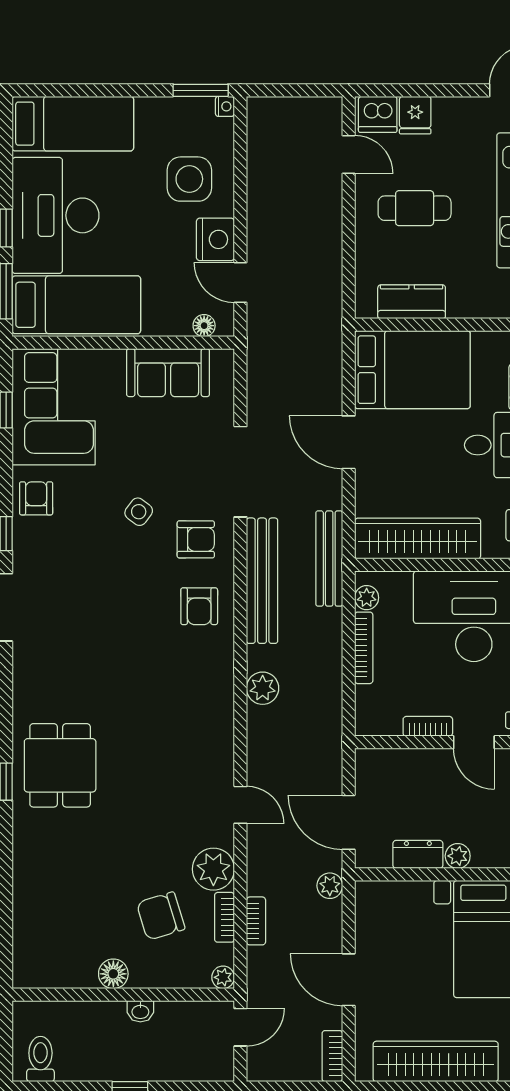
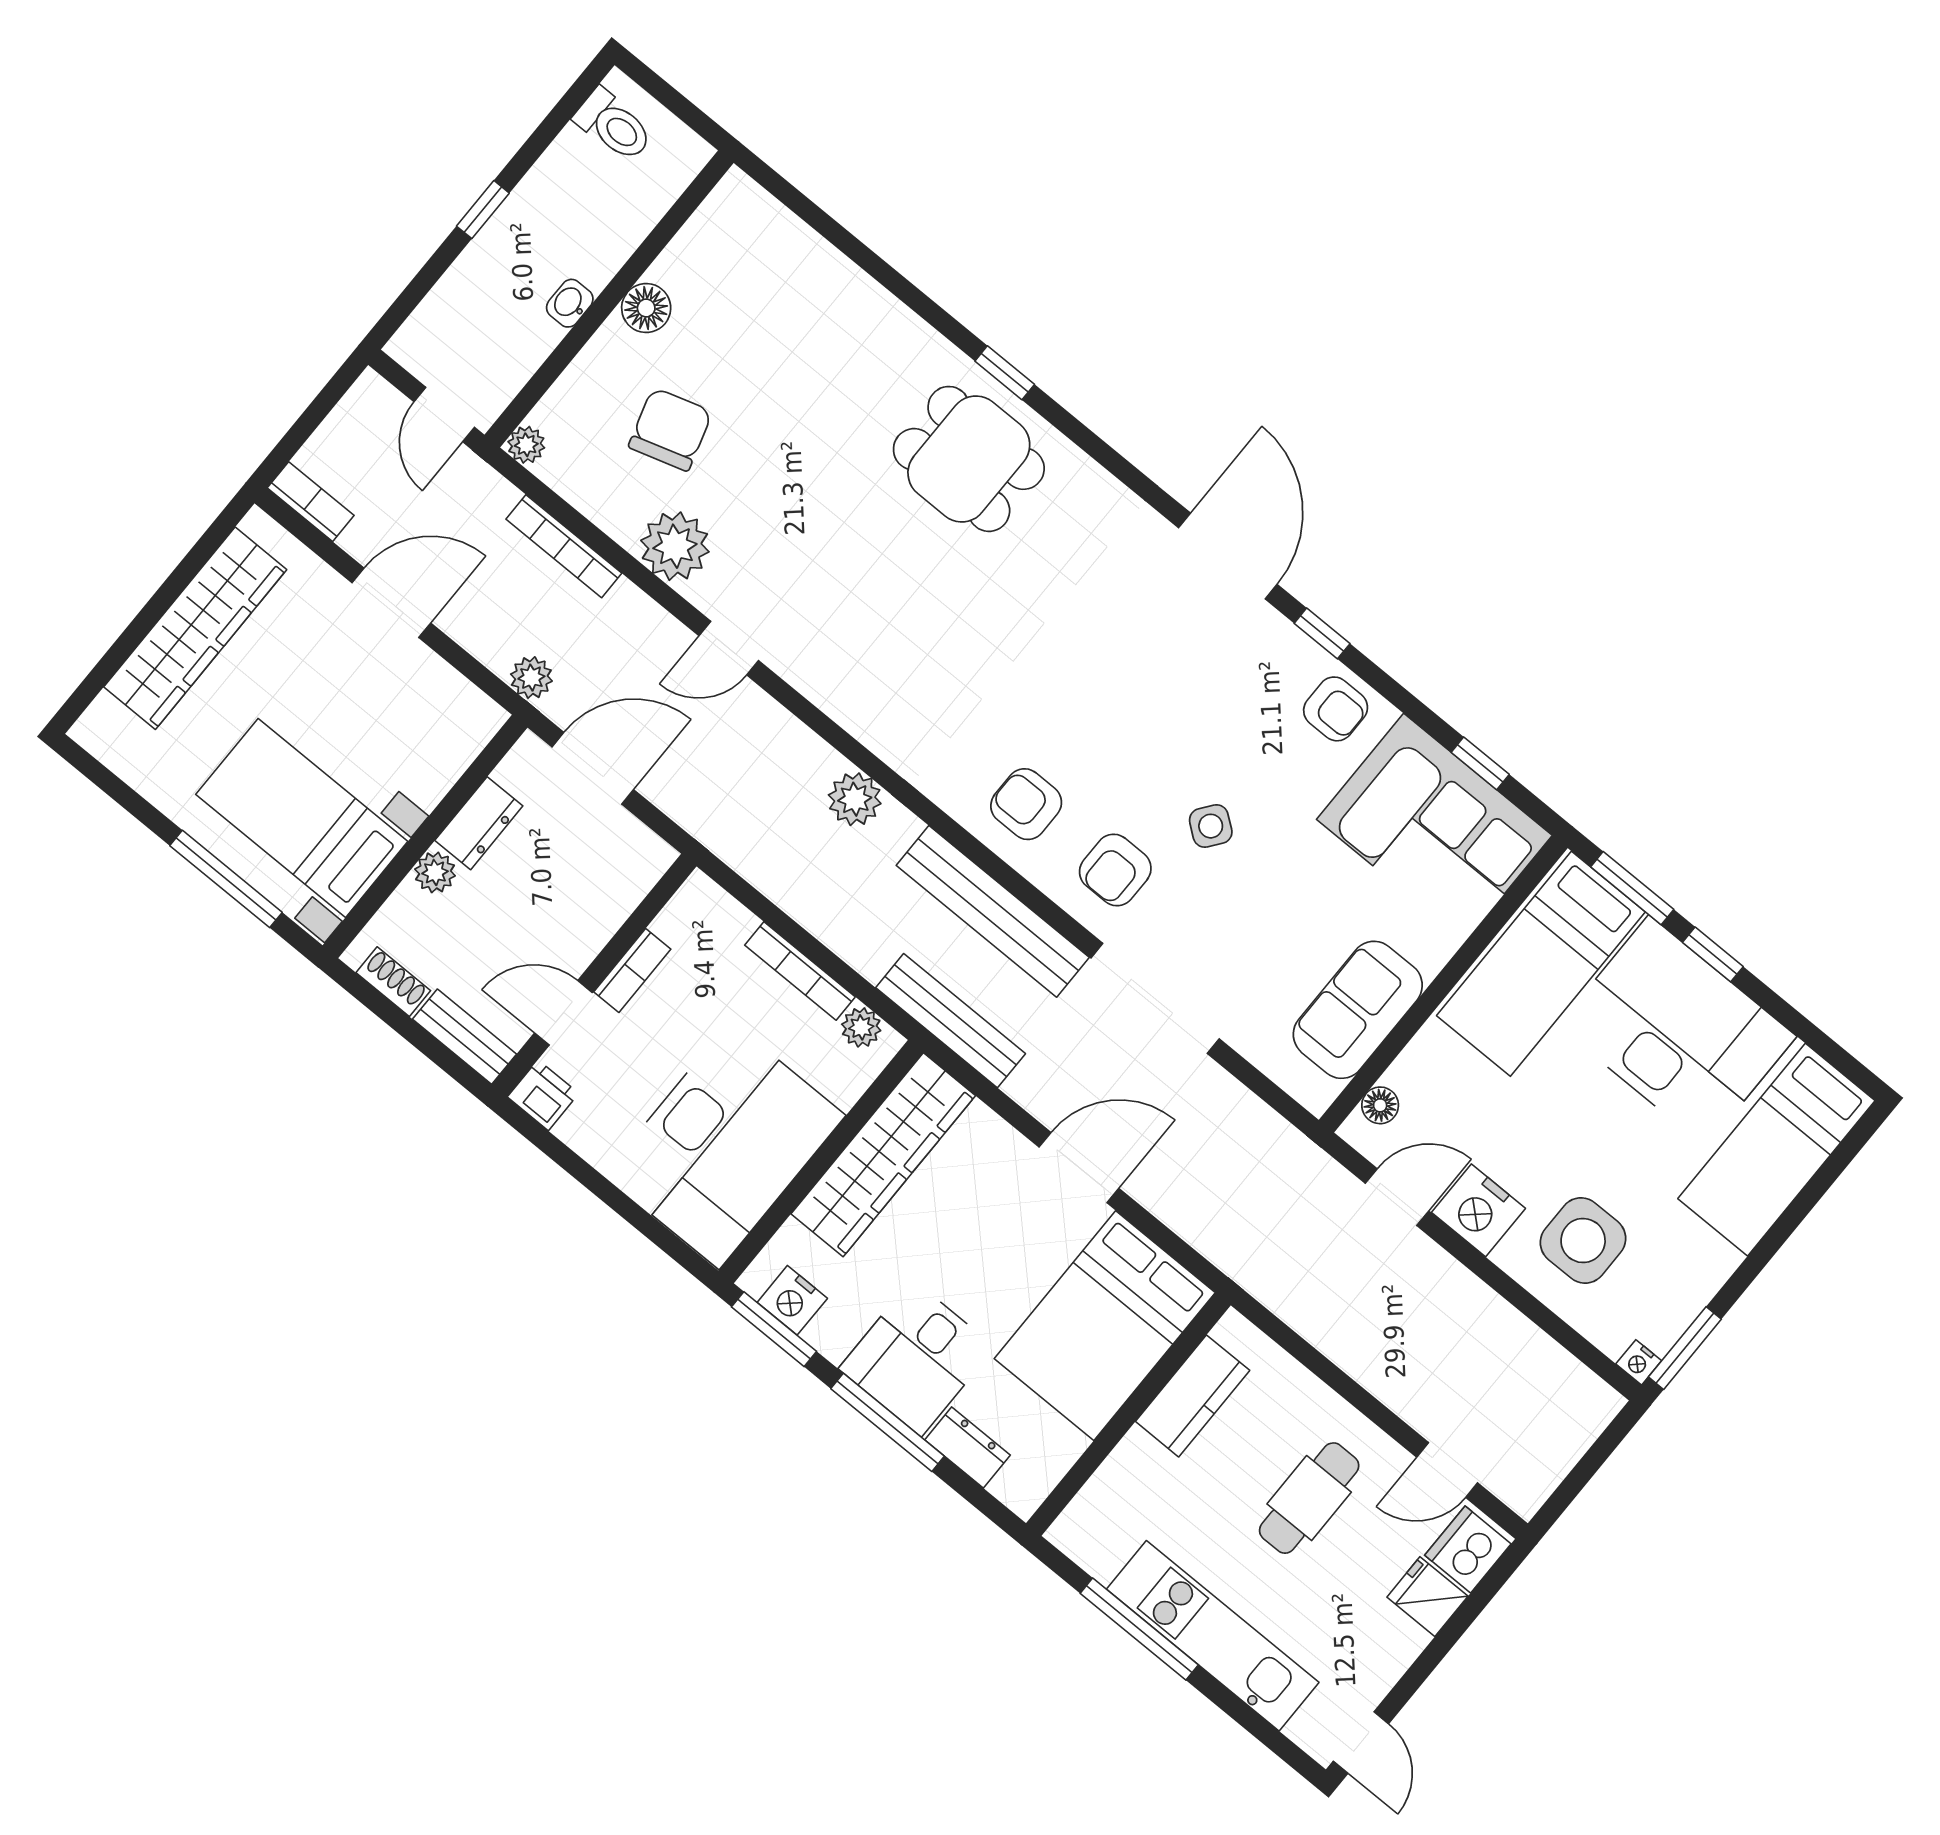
bookcase: (224, 917) -> (602, 510), removed
bookcase: (256, 921) -> (564, 546), width x1.56

